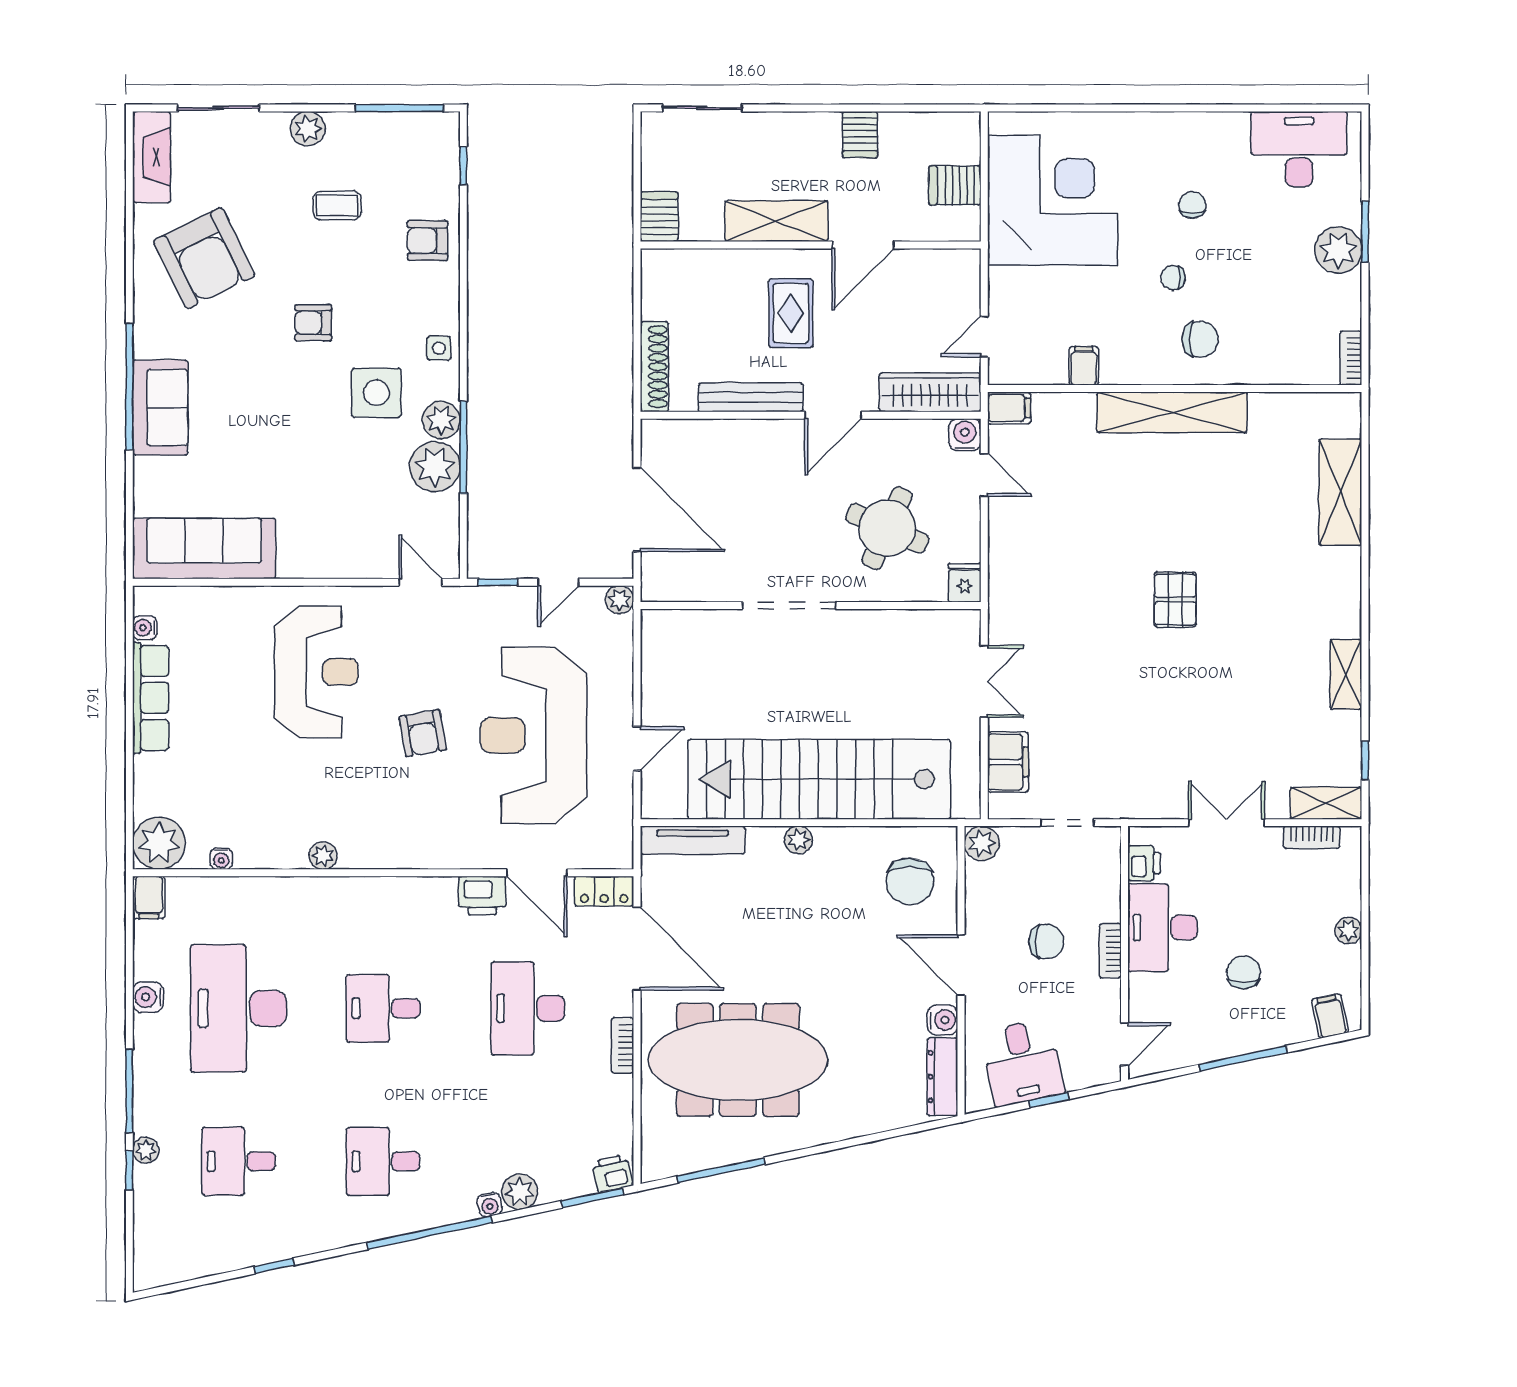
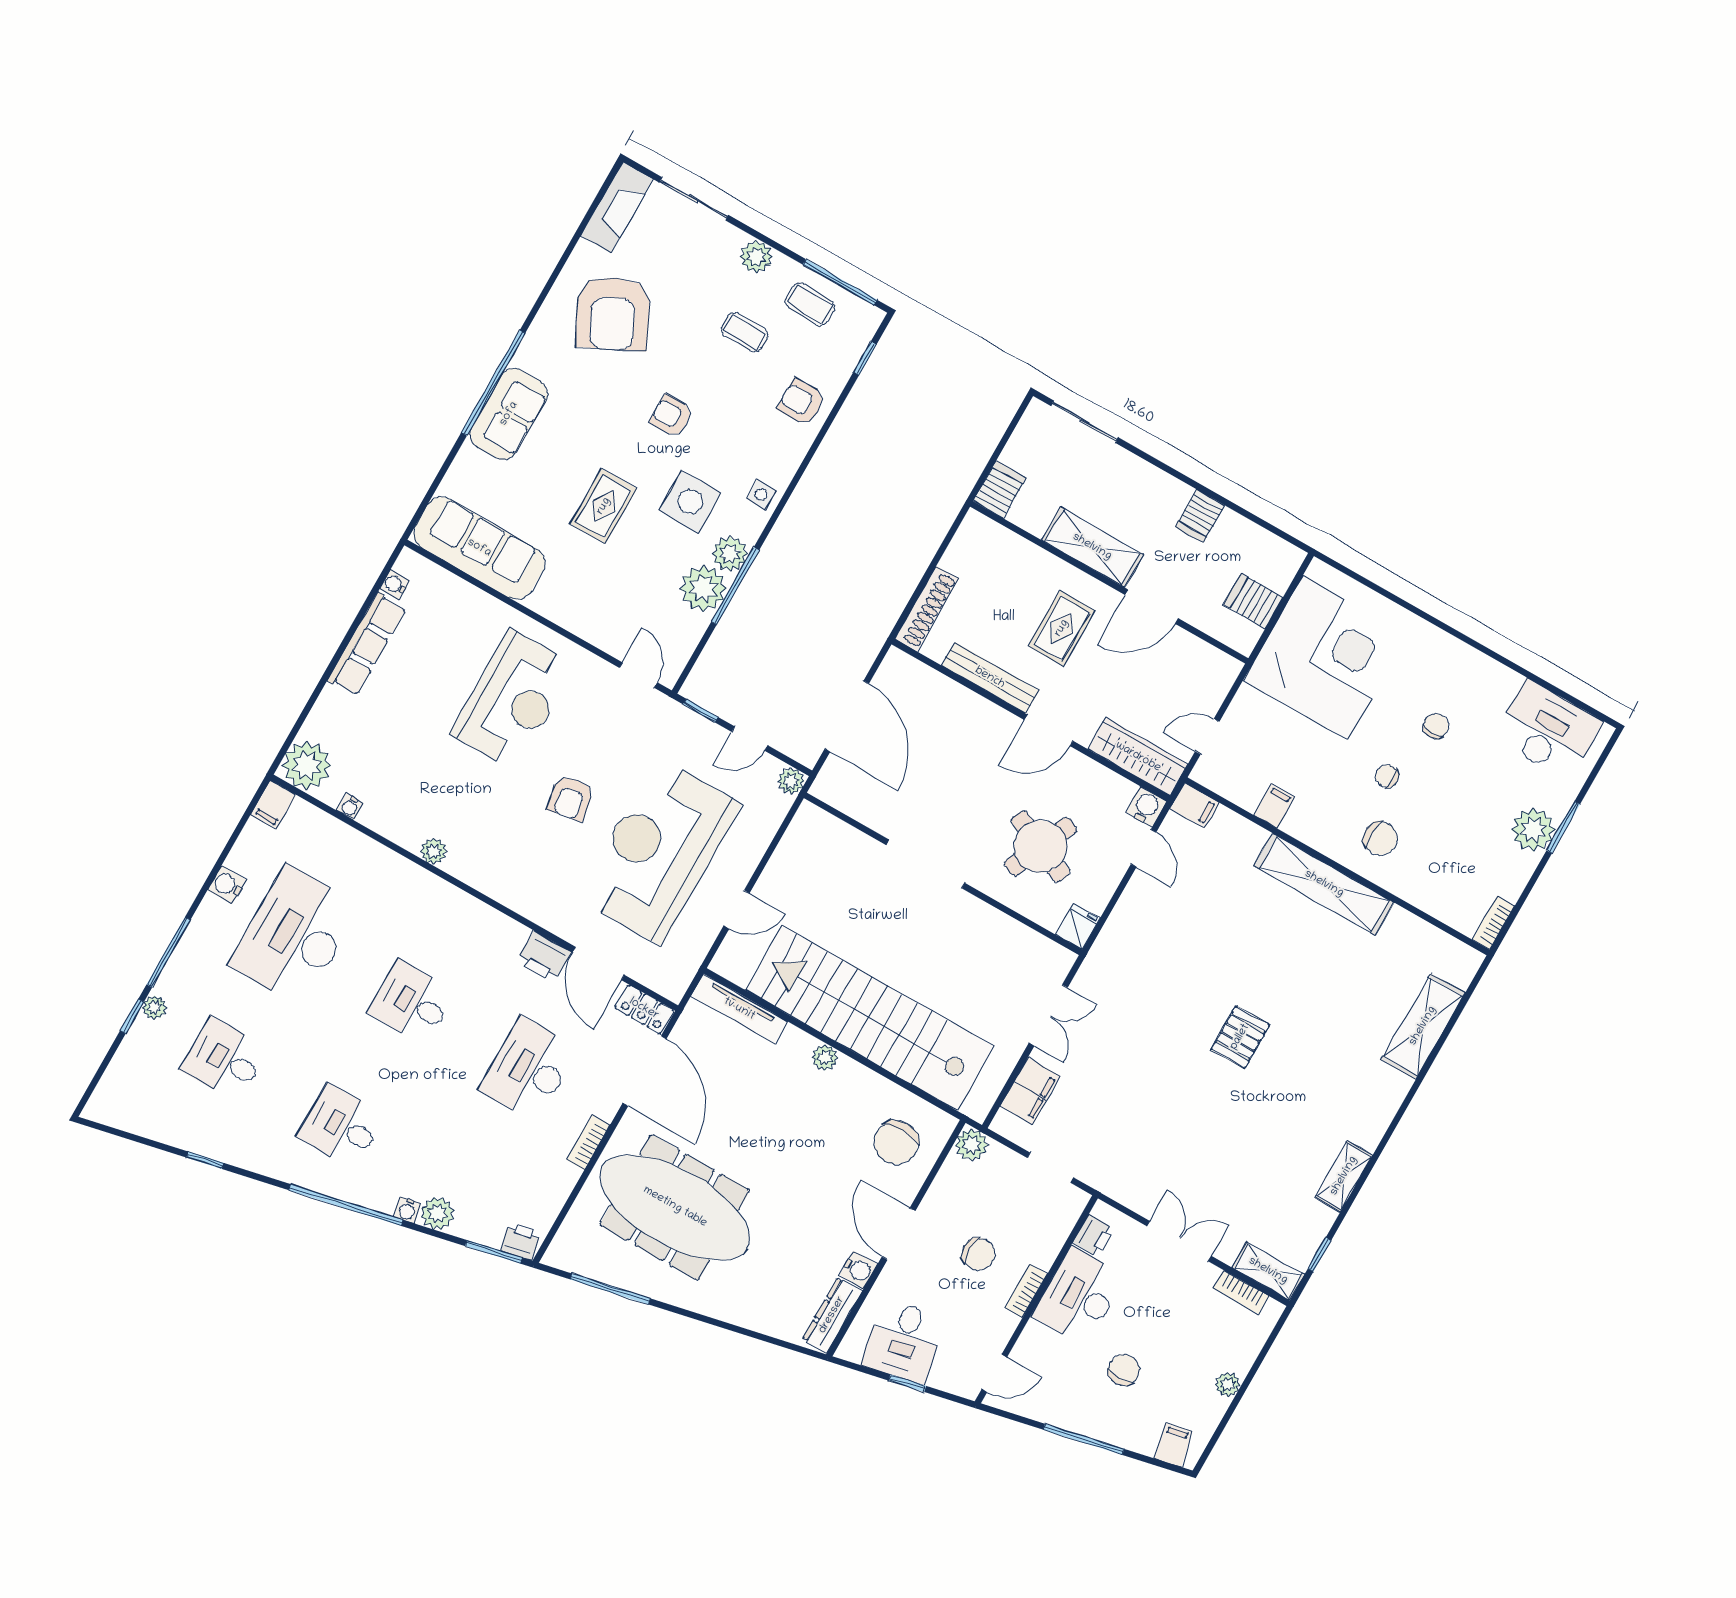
coffee table: (383, 145) -> (810, 304), added
rug: (298, 443) -> (604, 506), added

